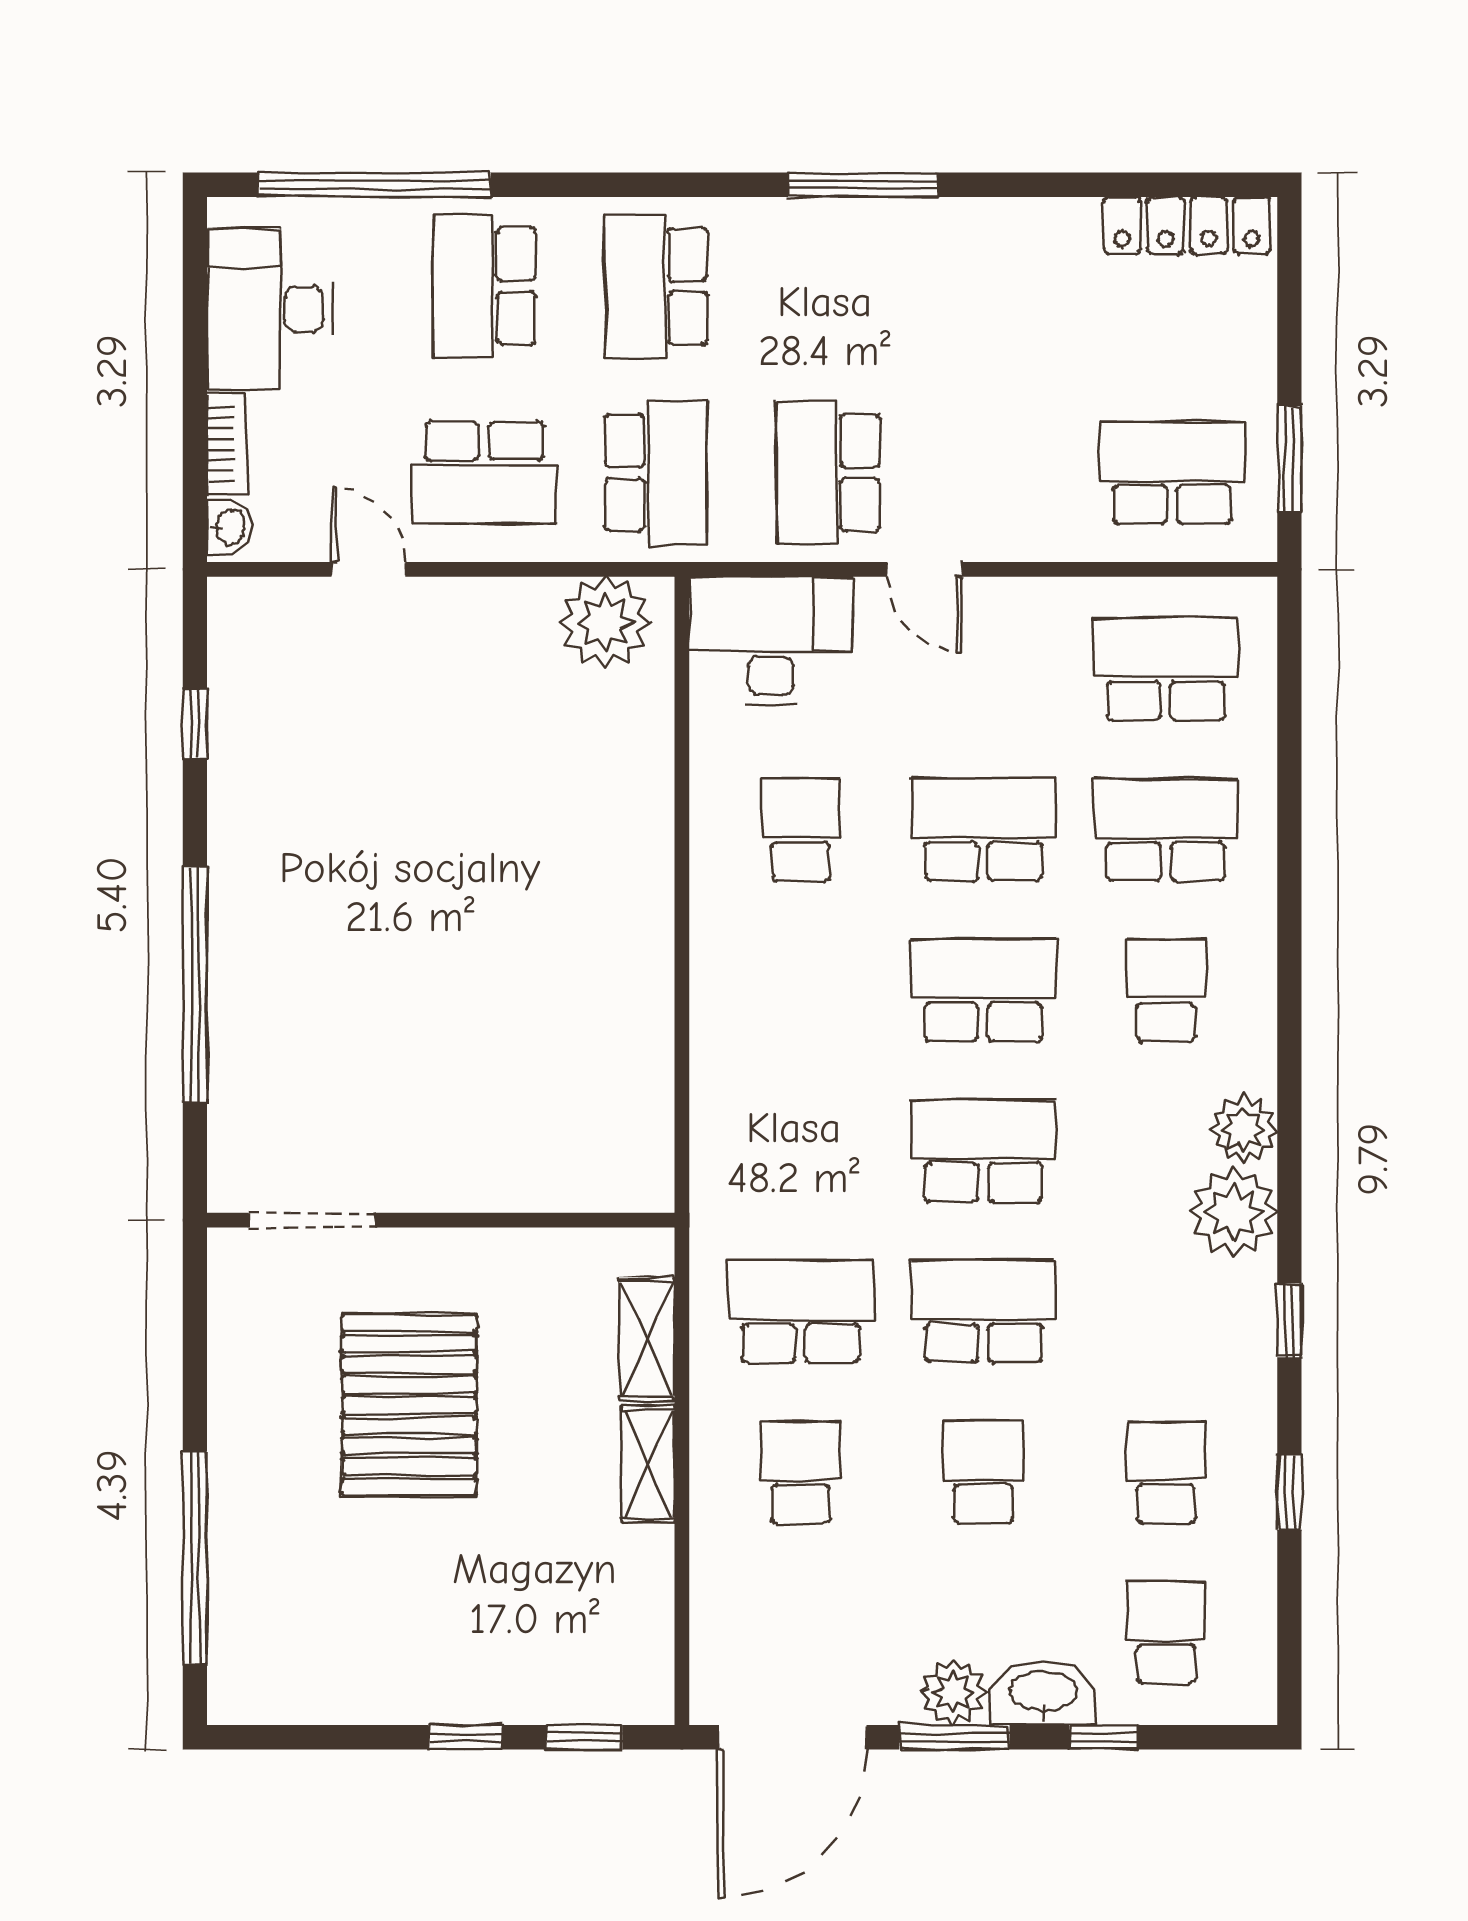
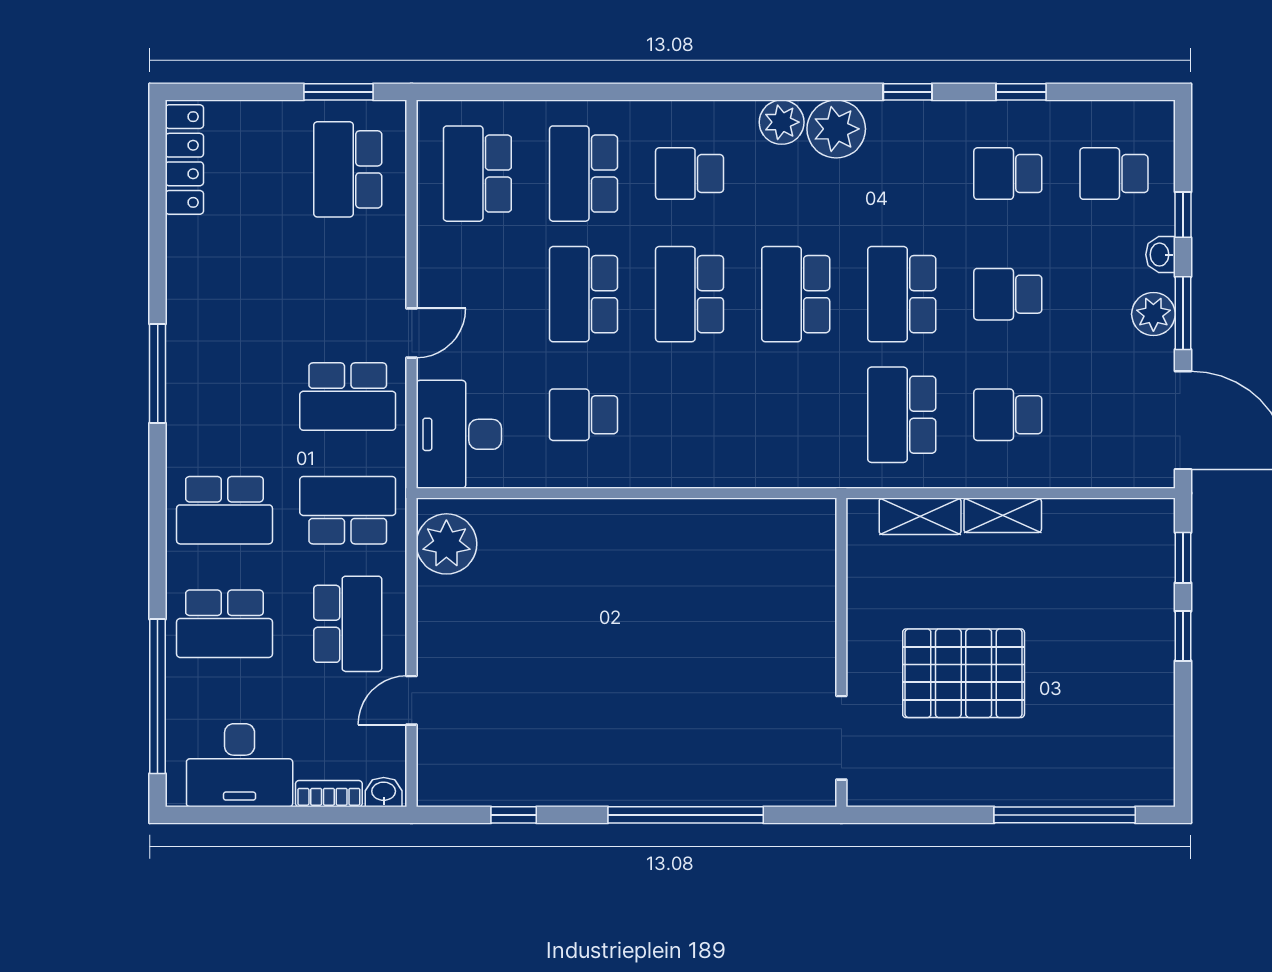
washbasin: (1043, 1693) -> (1160, 255), width x0.52, depth x0.69

